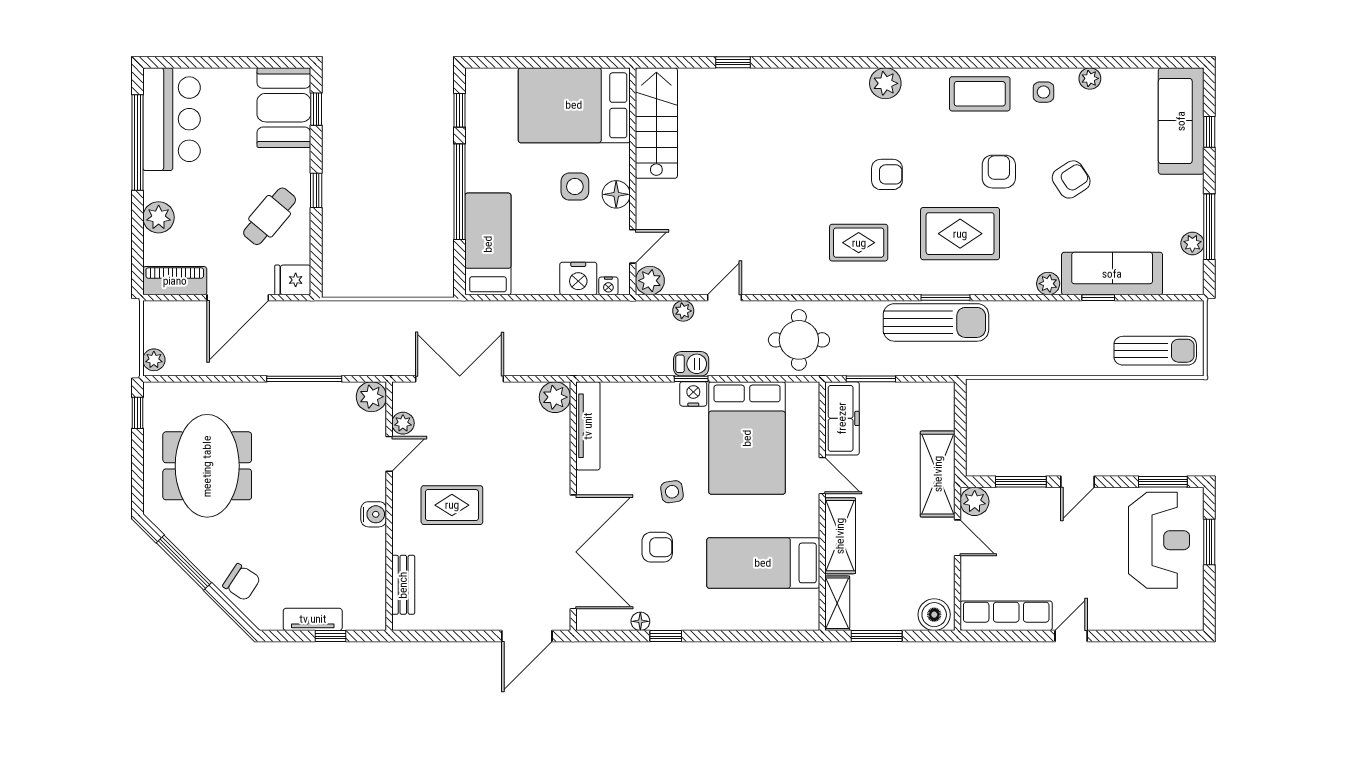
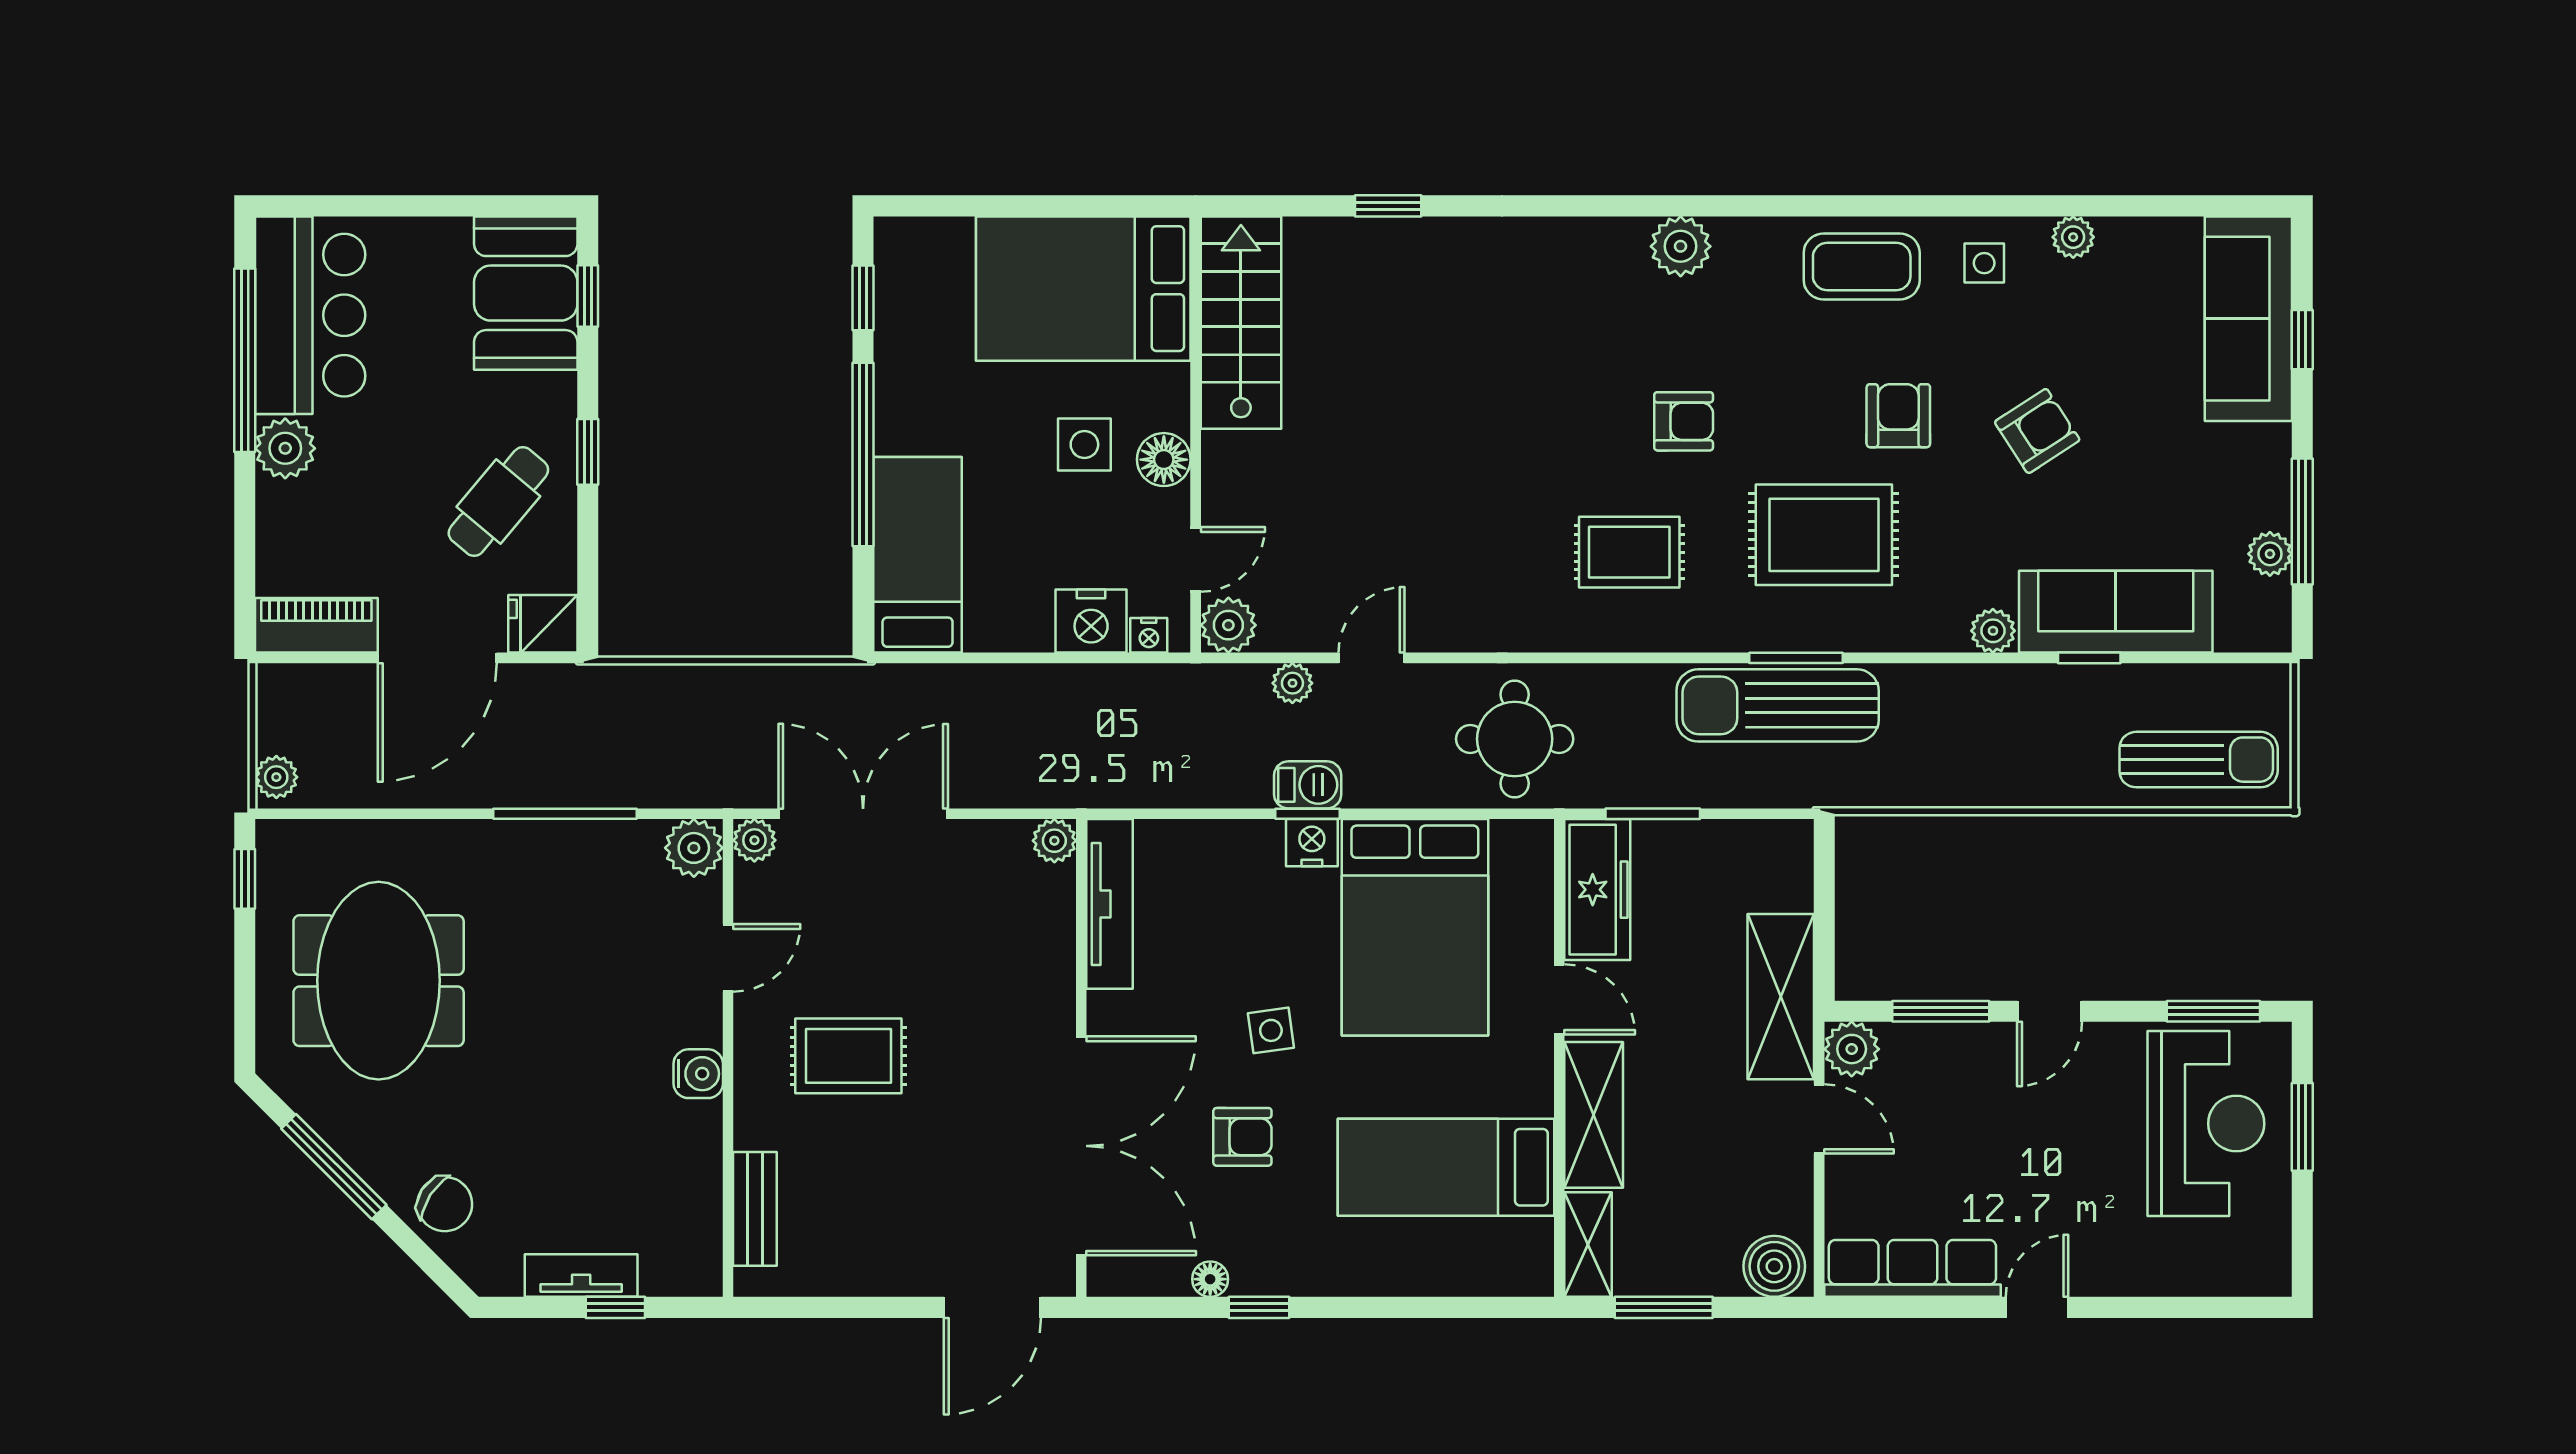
plant: (159, 217) -> (285, 448), moved
sun lounger: (936, 322) -> (1778, 705), turned 180
plant: (555, 397) -> (1054, 841), width x0.73, depth x0.73
plant: (403, 423) -> (754, 840), moved

